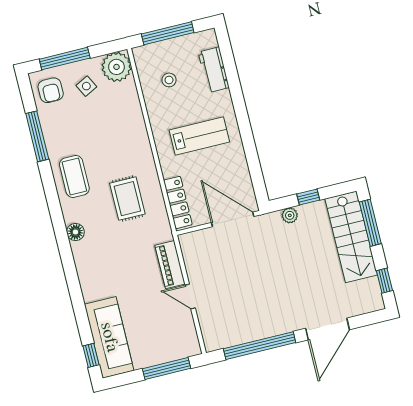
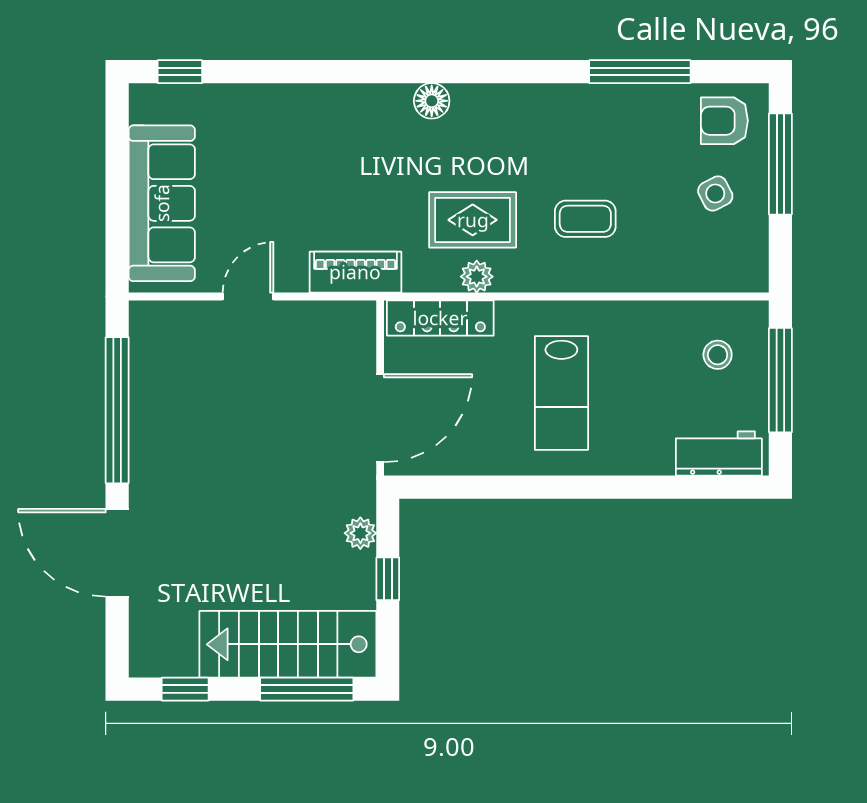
plant: (116, 67) -> (477, 277), moved, width x0.53, depth x0.53
workbench: (214, 70) -> (719, 453), moved
stool: (169, 80) -> (718, 355), moved
coffee table: (74, 176) -> (585, 219), moved, width x0.73, depth x0.77
piano: (170, 265) -> (355, 272), moved
sofa: (109, 337) -> (162, 203), moved, turned -90
window: (166, 368) -> (117, 215), removed

